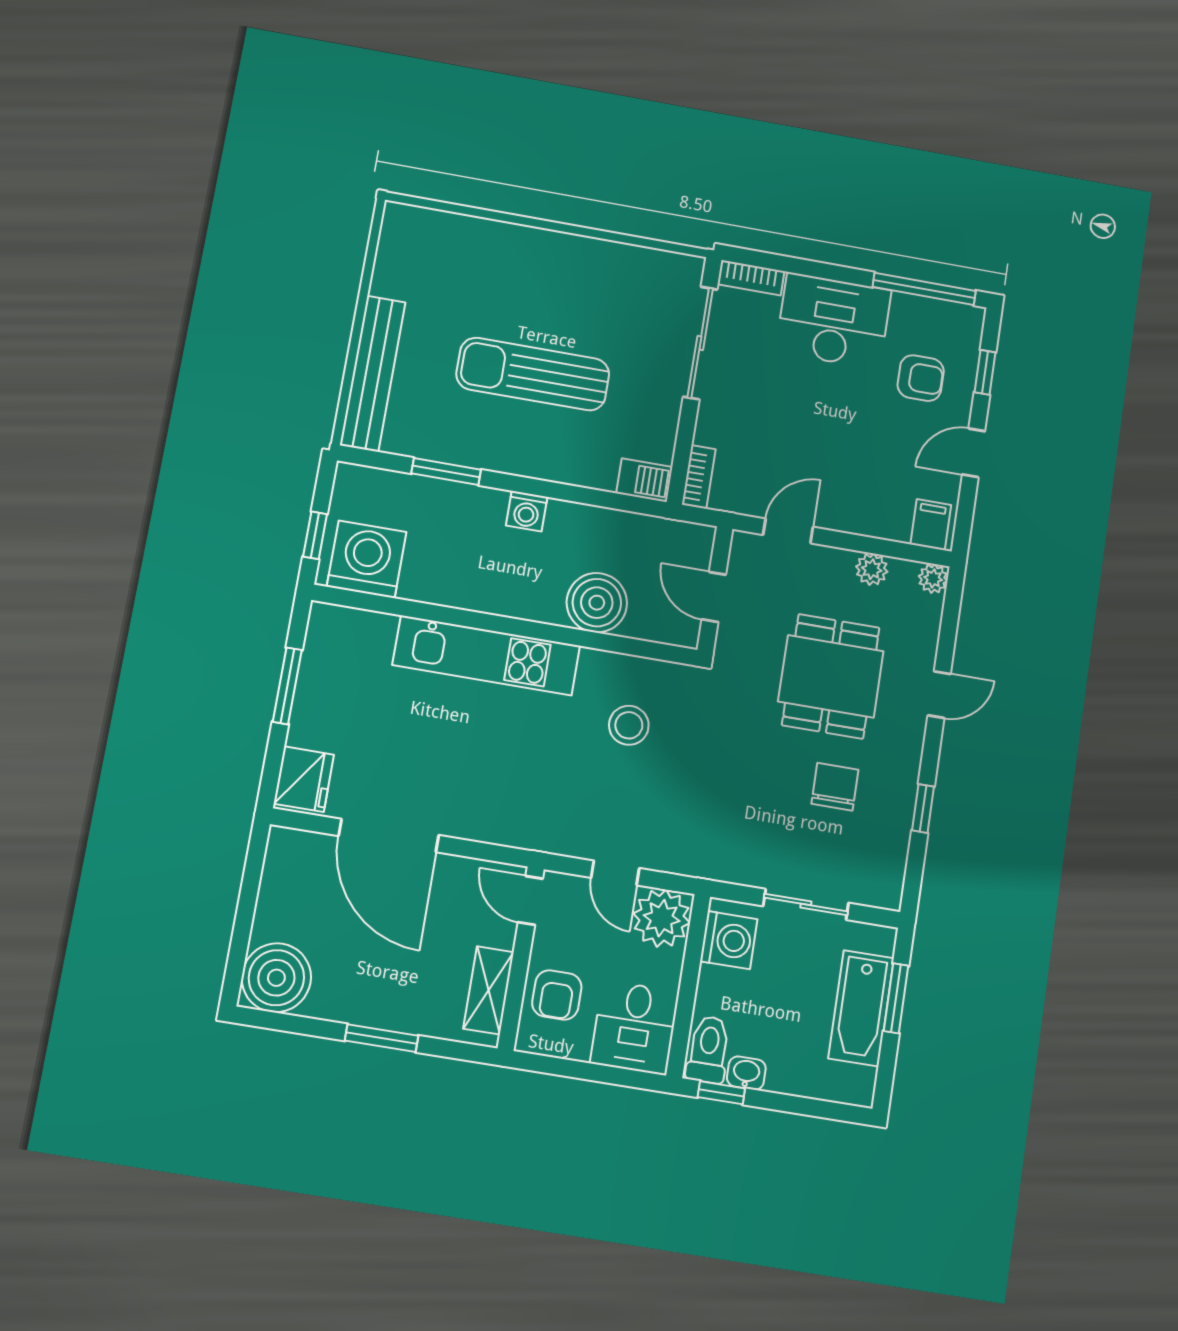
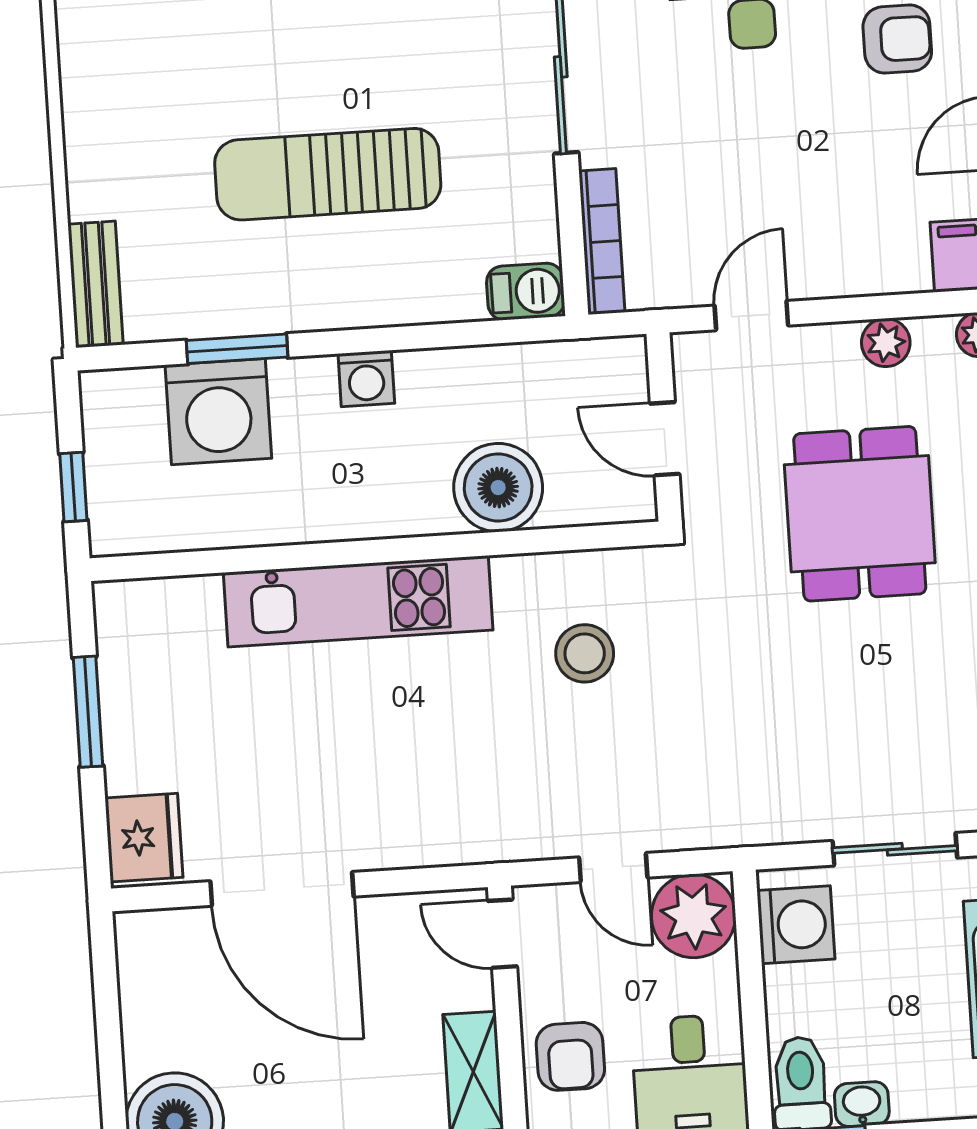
bench: (373, 374) -> (95, 284), width x0.54, depth x0.82
bookcase: (699, 477) -> (602, 242), width x1.56
washing machine: (367, 559) -> (218, 412), moved, turned 180
chair: (835, 787) -> (900, 672), removed

